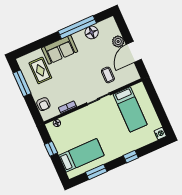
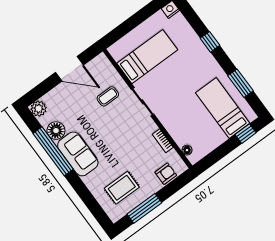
plant: (118, 41) -> (39, 109), moved
sofa: (60, 50) -> (78, 154), moved
window: (51, 149) -> (246, 134), moved

